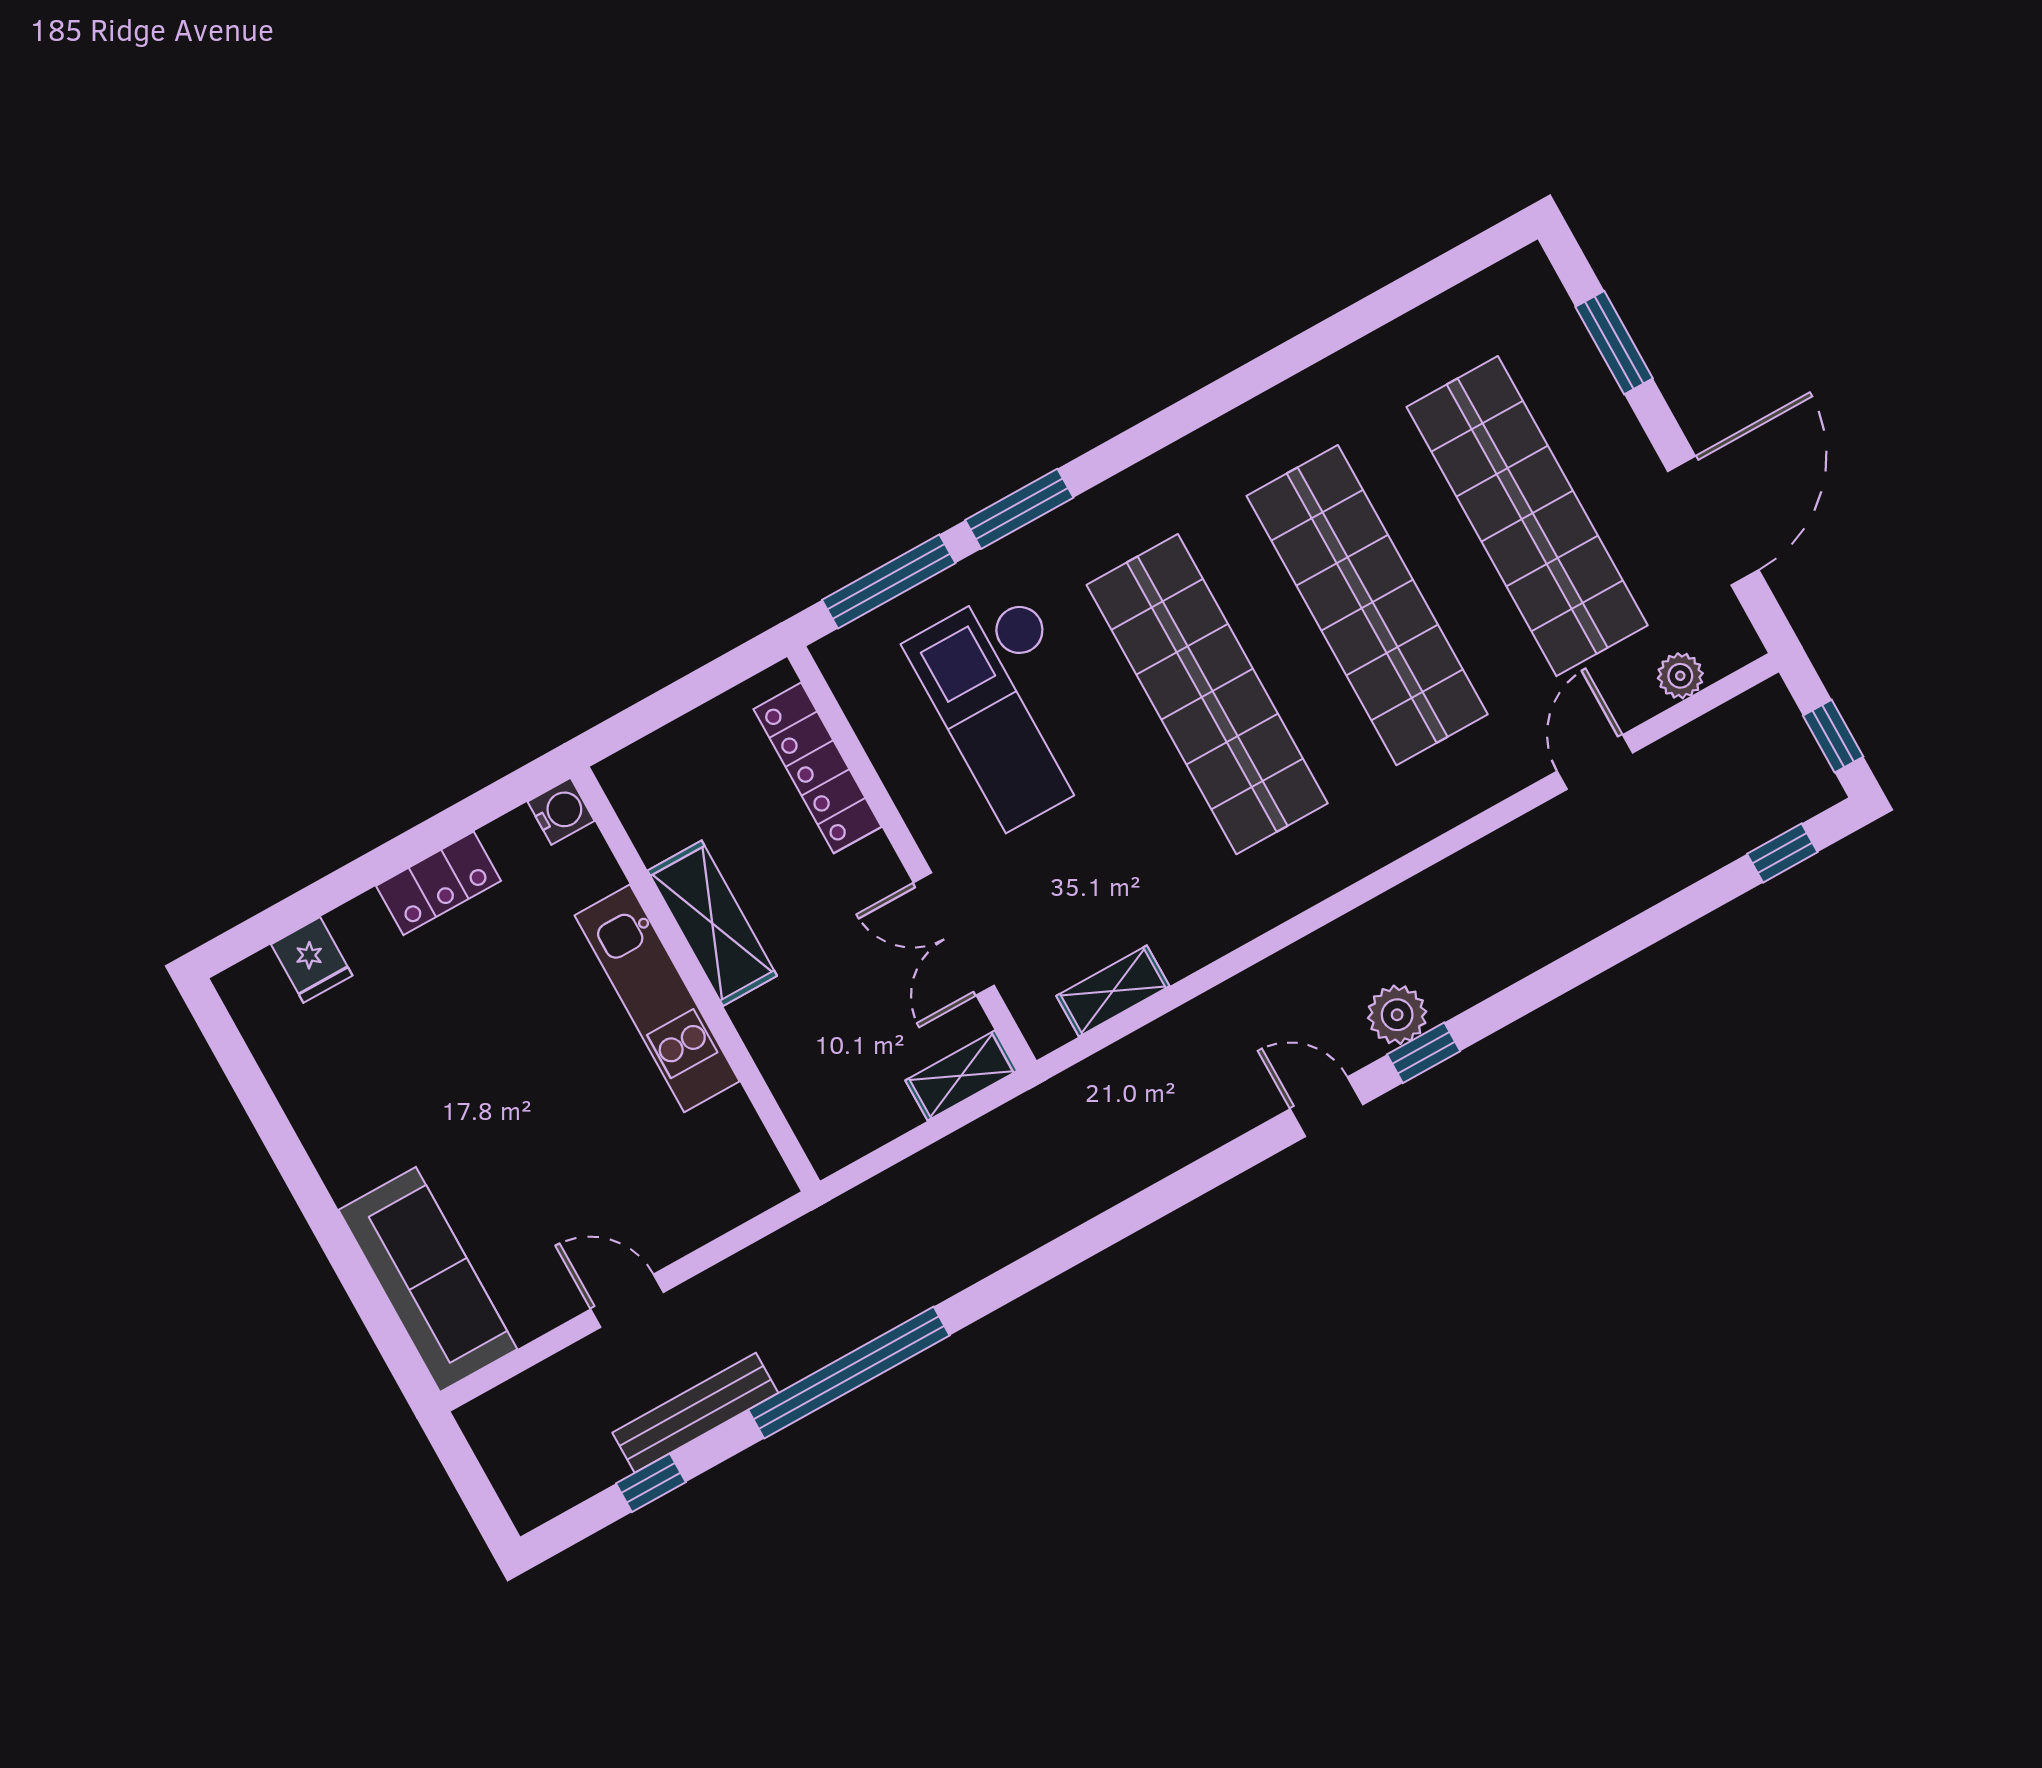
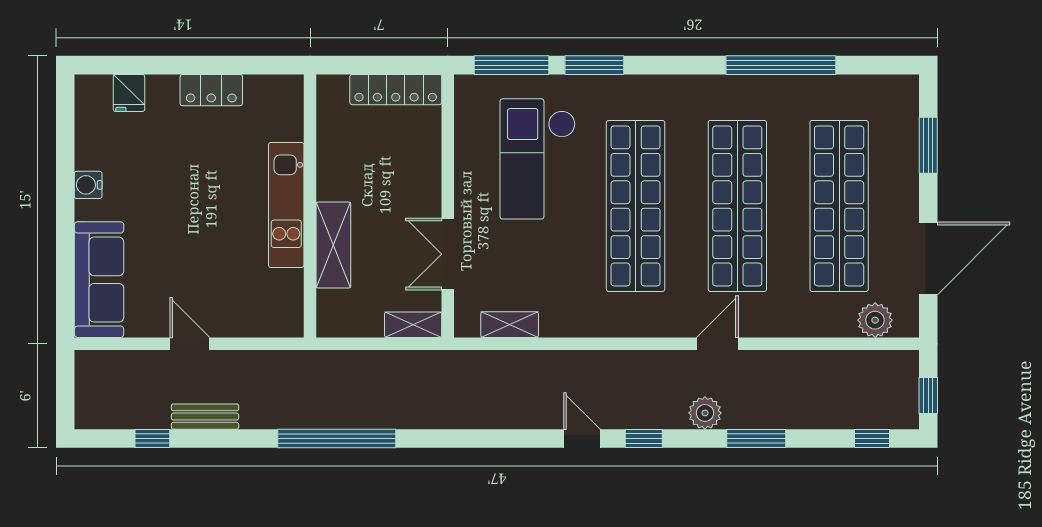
window: (1313, 346) -> (781, 65), added
plant: (1680, 676) -> (875, 320), width x1.38, depth x1.38
door: (1595, 762) -> (717, 344), moved
locker: (817, 768) -> (396, 90), moved, turned -90
water cooler: (561, 811) -> (88, 185), moved, turned 180
shelving: (712, 923) -> (333, 245), moved
window: (1600, 954) -> (756, 439), added
plant: (1397, 1015) -> (705, 413), moved
window: (849, 1373) -> (337, 439), moved
bench: (695, 1413) -> (205, 417), width x0.73

